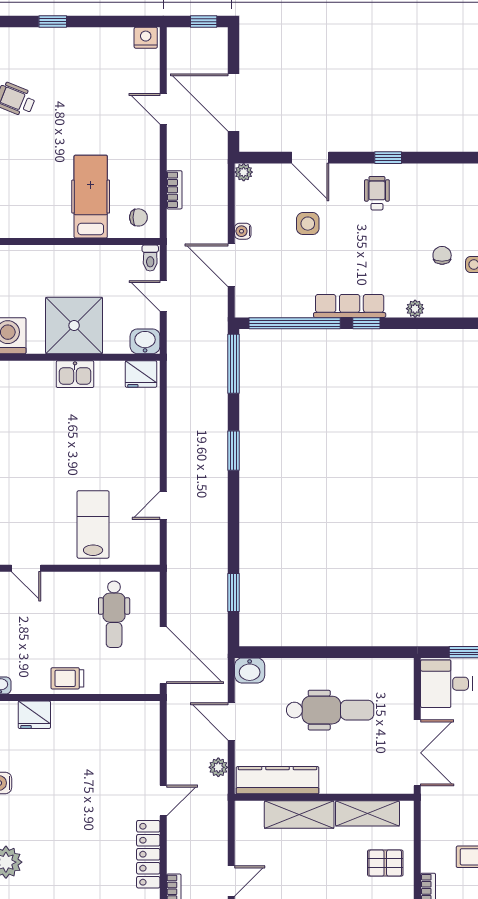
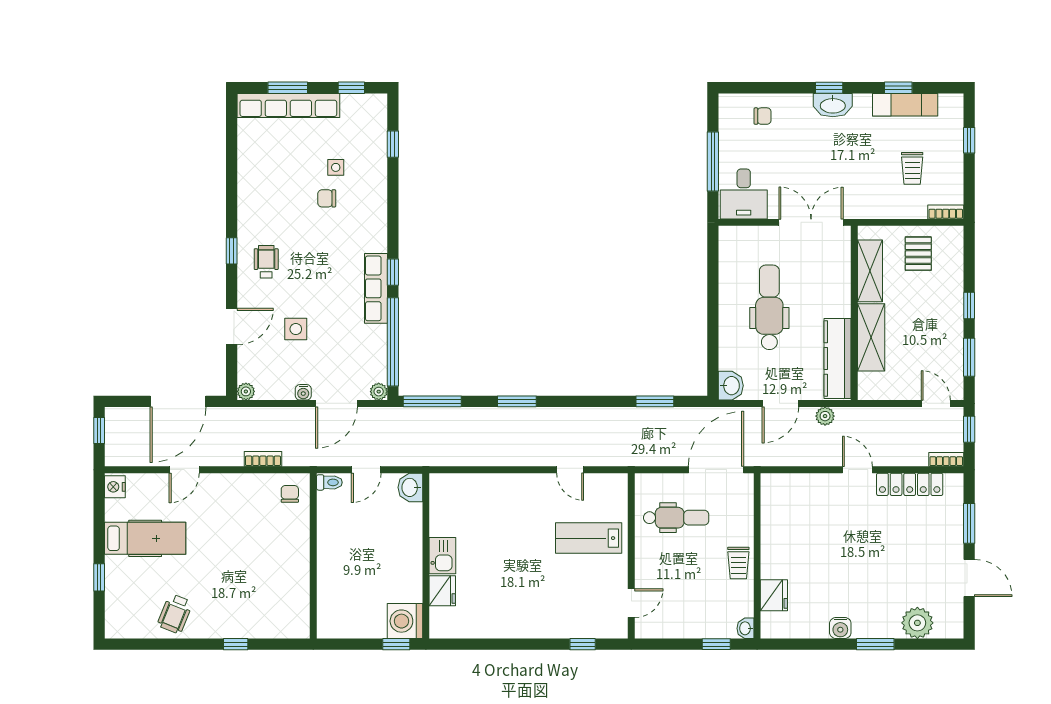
wheelchair: (377, 193) -> (266, 262), turned 90
hospital bed: (91, 197) -> (145, 538), moved, turned 180
plant: (415, 309) -> (379, 392), moved
shower: (74, 325) -> (395, 556), removed
fridge: (141, 374) -> (442, 591), moved

